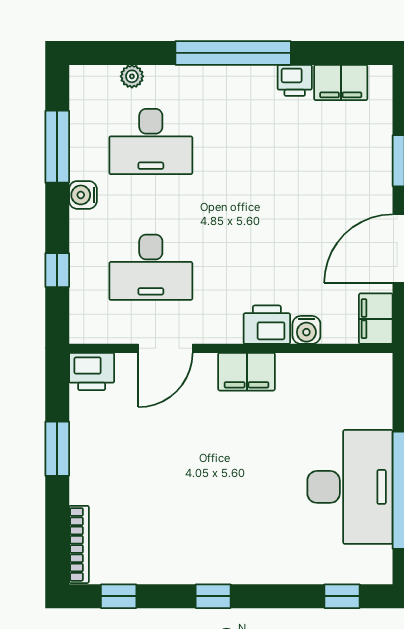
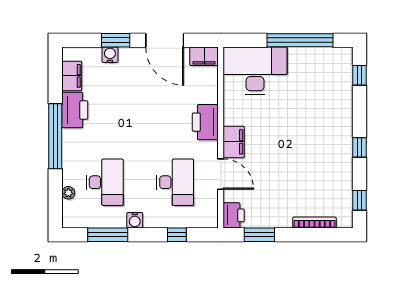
printer: (295, 80) -> (75, 110), width x1.87, depth x1.48
printer: (267, 325) -> (205, 122), width x1.37, depth x1.19
water cooler: (306, 330) -> (110, 55), moved, turned -90
filing cabinet: (247, 372) -> (234, 142), moved
window: (57, 449) -> (259, 235), moved
desk: (350, 487) -> (255, 71), moved
bookcase: (79, 544) -> (314, 222), moved

